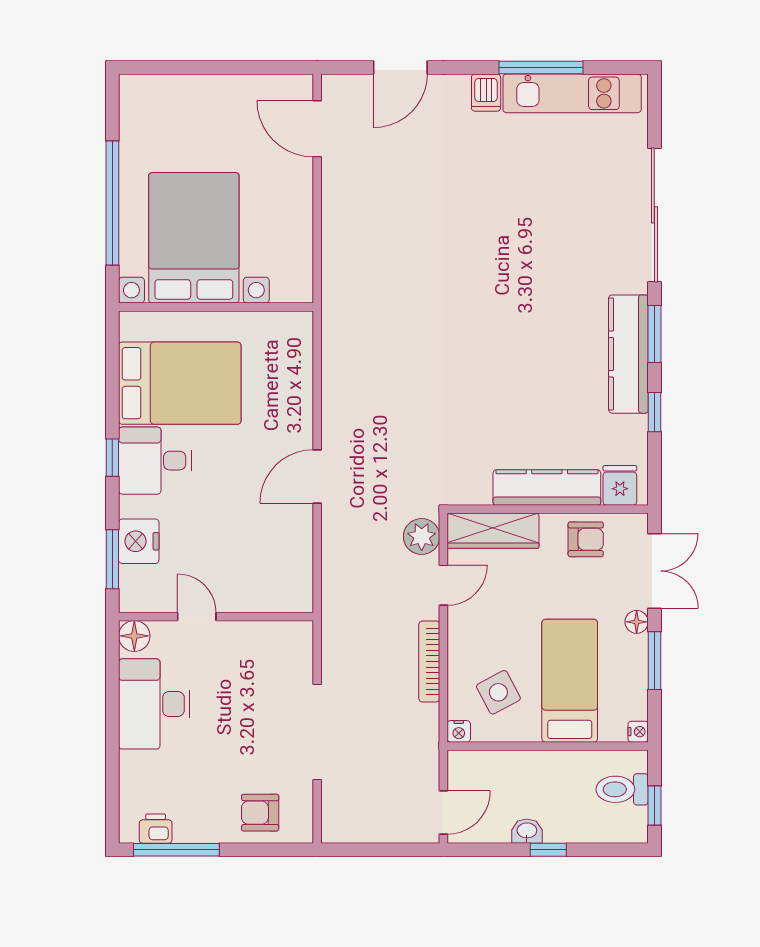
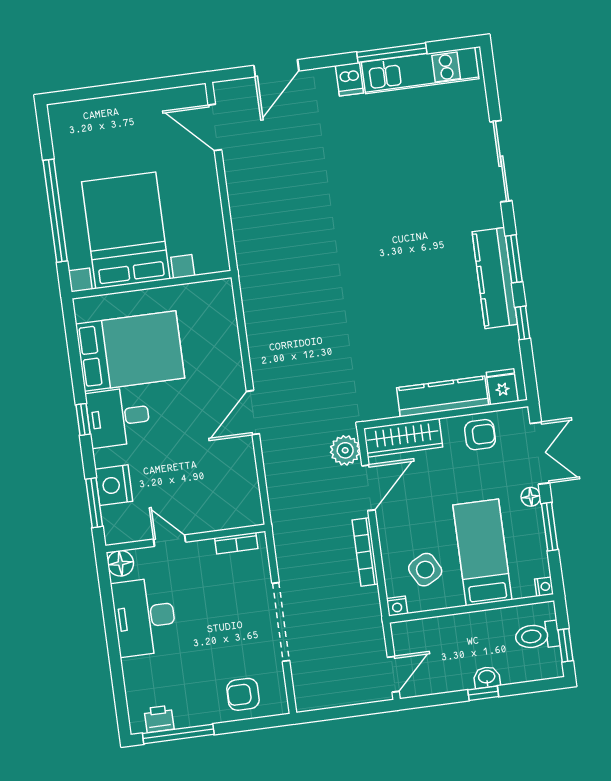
sliding door: (654, 215) -> (501, 161), width x0.73
door: (443, 585) -> (368, 488), width x1.38
bookcase: (276, 630) -> (236, 543), added
washbasin: (527, 831) -> (487, 677), moved

